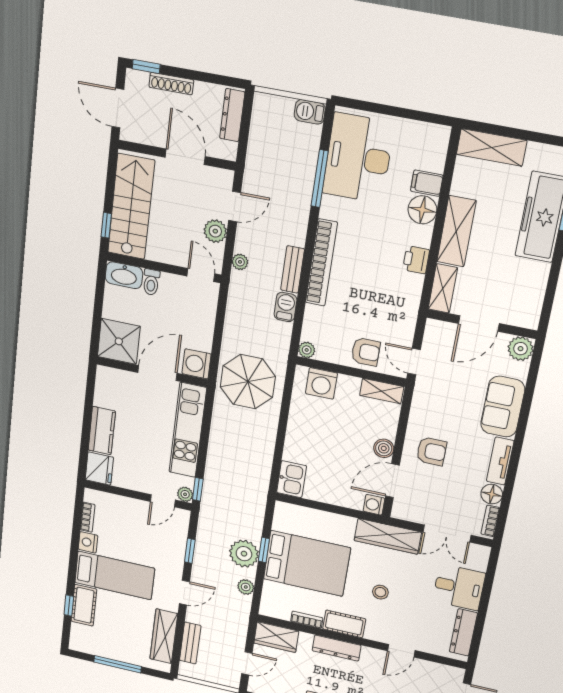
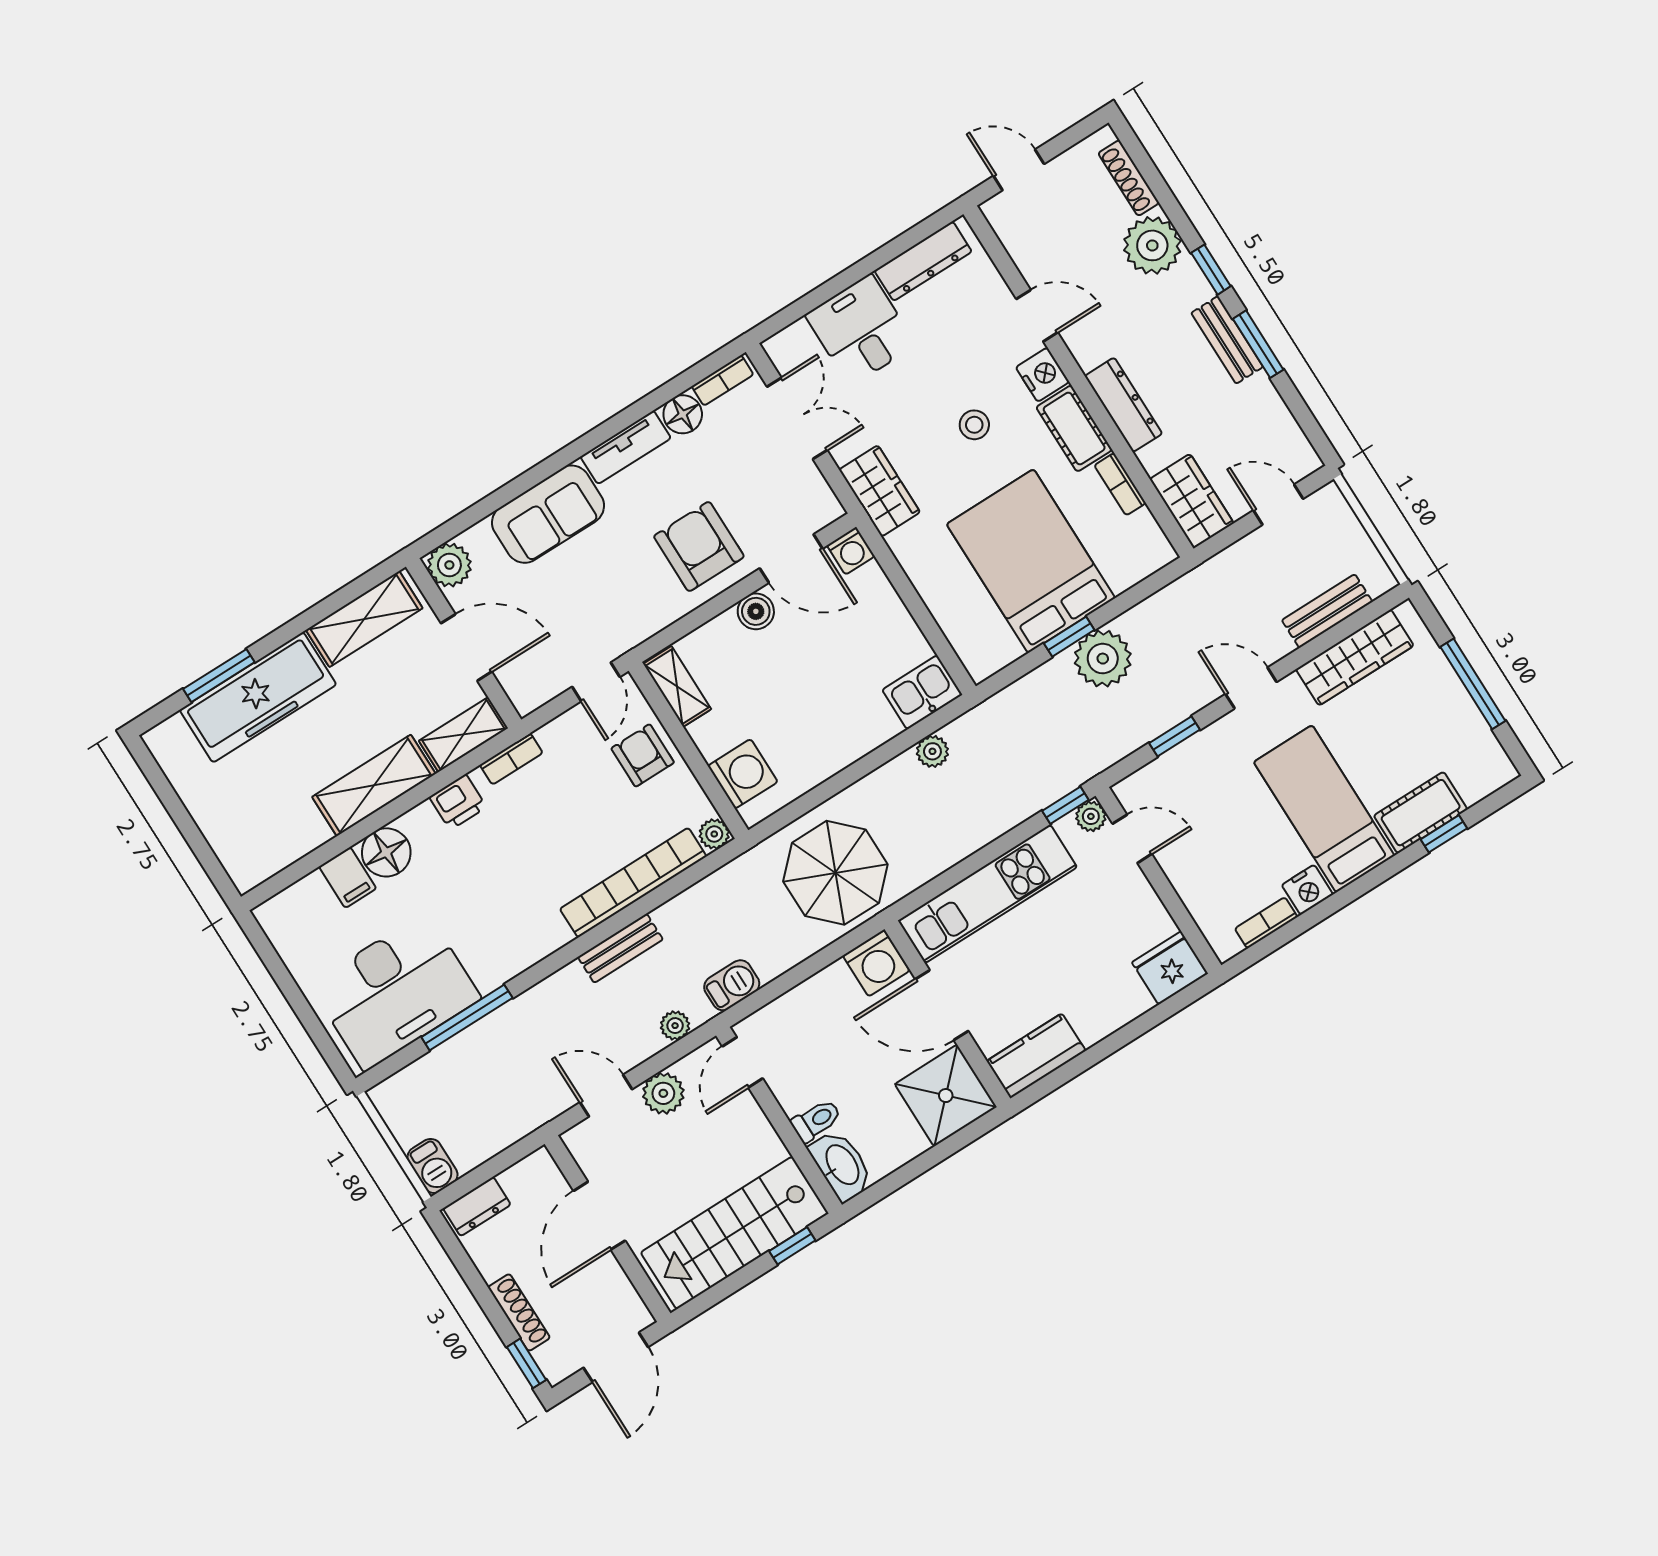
barbecue: (310, 112) -> (432, 1166), moved
dresser: (232, 115) -> (477, 1206), width x0.70
shelving: (492, 147) -> (364, 619), moved, turned 90
bookcase: (321, 263) -> (633, 883), moved
bookcase: (414, 298) -> (511, 759), added
barbecue: (285, 307) -> (732, 985), moved, turned 180
kitchen counter: (102, 431) -> (1036, 1056), moved
armchair: (431, 451) -> (699, 546), width x1.38, depth x1.38
wardrobe: (388, 536) -> (880, 491), width x0.67
plant: (246, 587) -> (932, 751), moved
nightstand: (376, 632) -> (1043, 375), added

